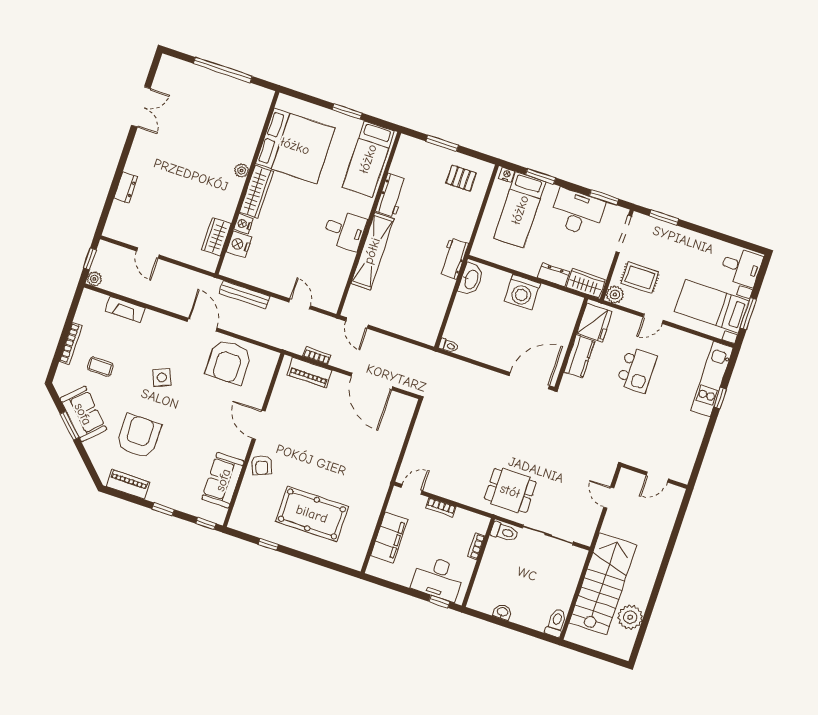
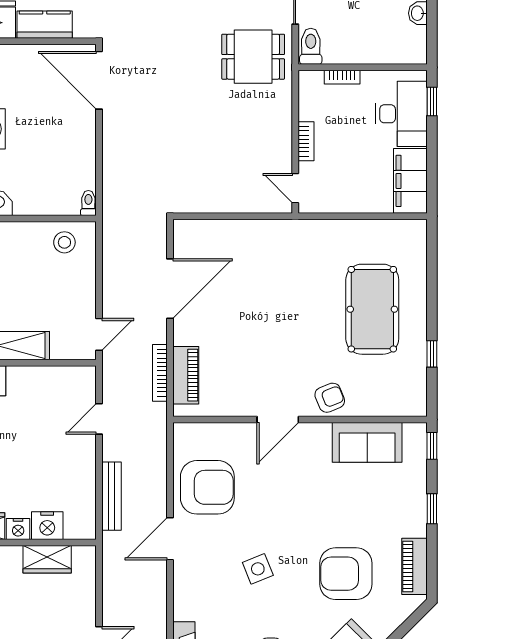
stool: (427, 320) -> (64, 242), added
bookcase: (317, 355) -> (160, 373), width x1.56
dining table: (510, 491) -> (253, 57), turned 90
filing cabinet: (389, 538) -> (410, 181), moved, turned -90

